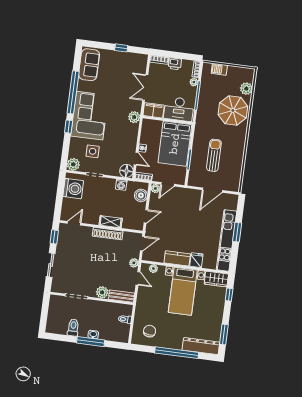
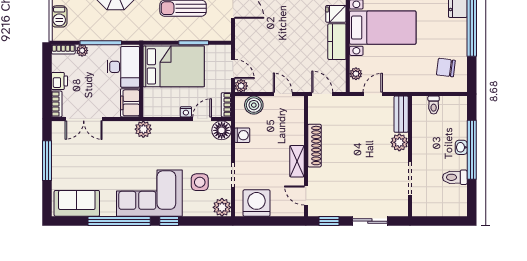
window: (121, 48) -> (47, 161), width x2.17
double door: (145, 88) -> (84, 119), moved
shelving: (111, 222) -> (297, 161), moved
plant: (134, 263) -> (351, 103), removed
window: (91, 342) -> (472, 150), width x1.46

